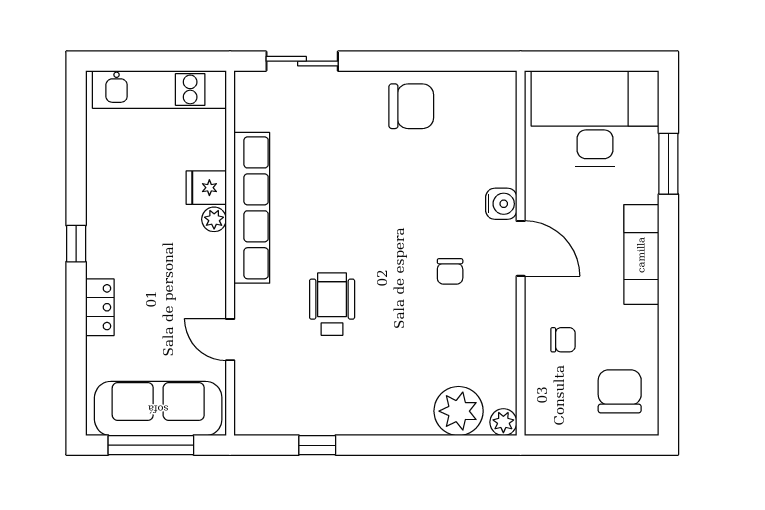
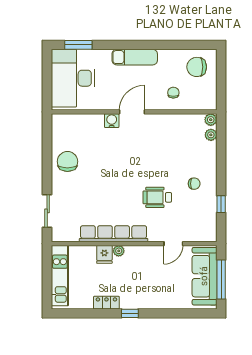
window: (668, 164) -> (78, 45), moved
chair: (450, 271) -> (194, 184), moved
locker: (100, 307) -> (106, 303), moved
plant: (459, 411) -> (211, 135), width x0.53, depth x0.53

